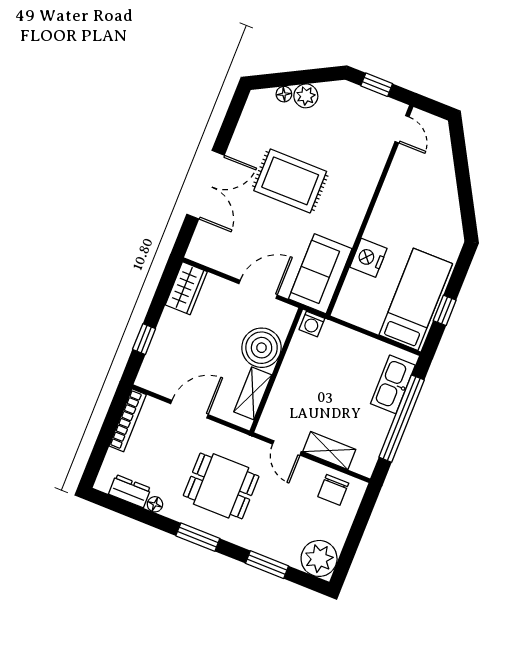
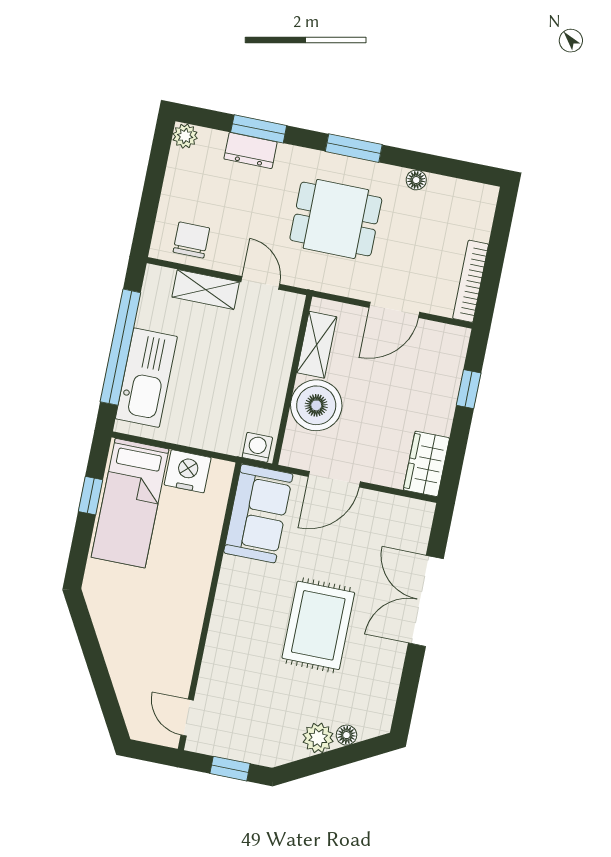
rug: (290, 181) -> (318, 625), turned 90
nightstand: (368, 258) -> (188, 471), moved, turned -90
kitchen sink: (393, 384) -> (146, 378), width x1.36, depth x1.24
dresser: (130, 491) -> (251, 151), moved
plant: (319, 558) -> (185, 136), width x0.53, depth x0.53

